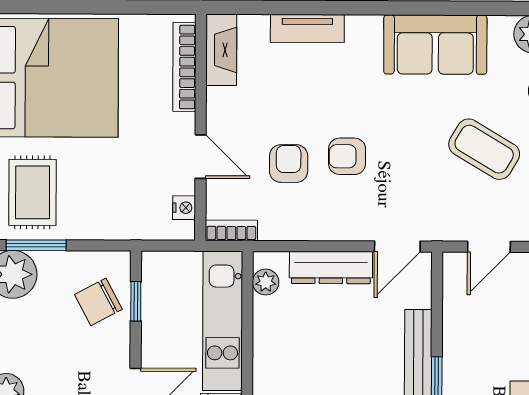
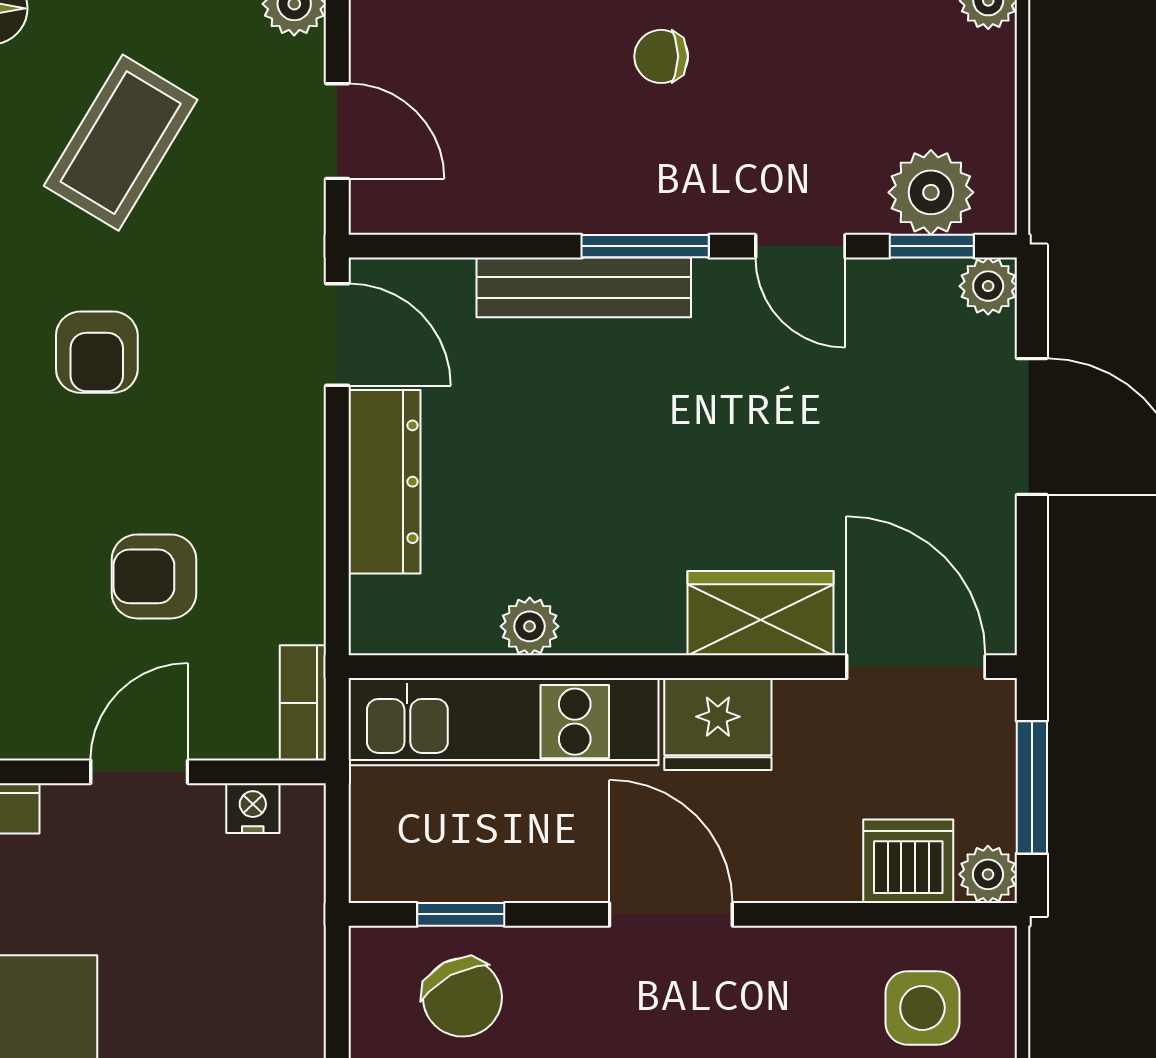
armchair: (347, 156) -> (97, 352), moved
plant: (266, 282) -> (530, 626), moved

